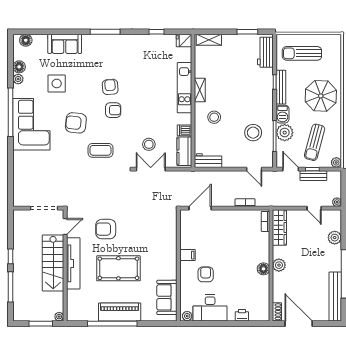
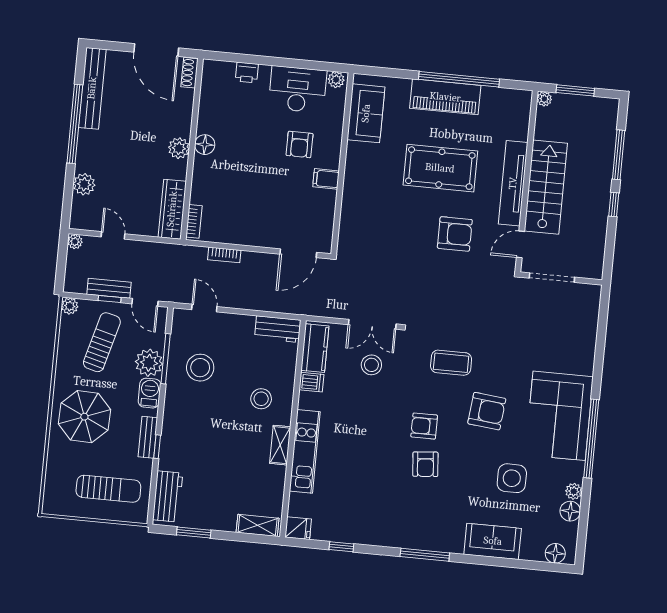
bench: (281, 87) -> (148, 437), width x0.73

